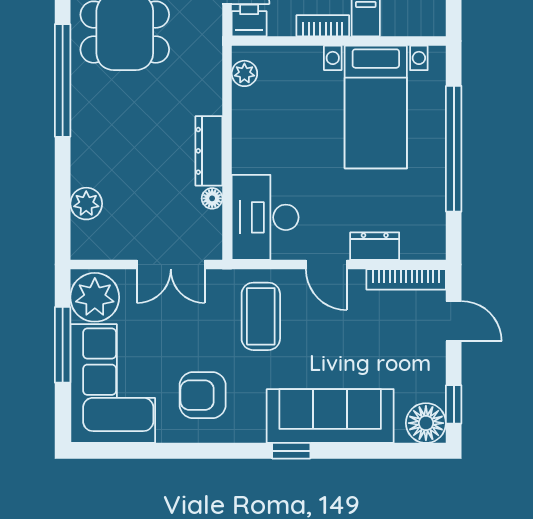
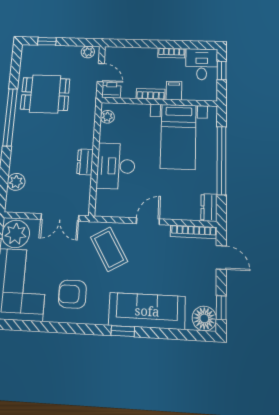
dresser: (209, 151) -> (85, 162), width x0.70
floor lamp: (212, 198) -> (85, 182), removed
desk: (265, 217) -> (116, 166), moved
dresser: (375, 246) -> (209, 207), moved, turned -90
door: (326, 265) -> (148, 221), swing flipped
coffee table: (261, 316) -> (109, 249), turned -30

